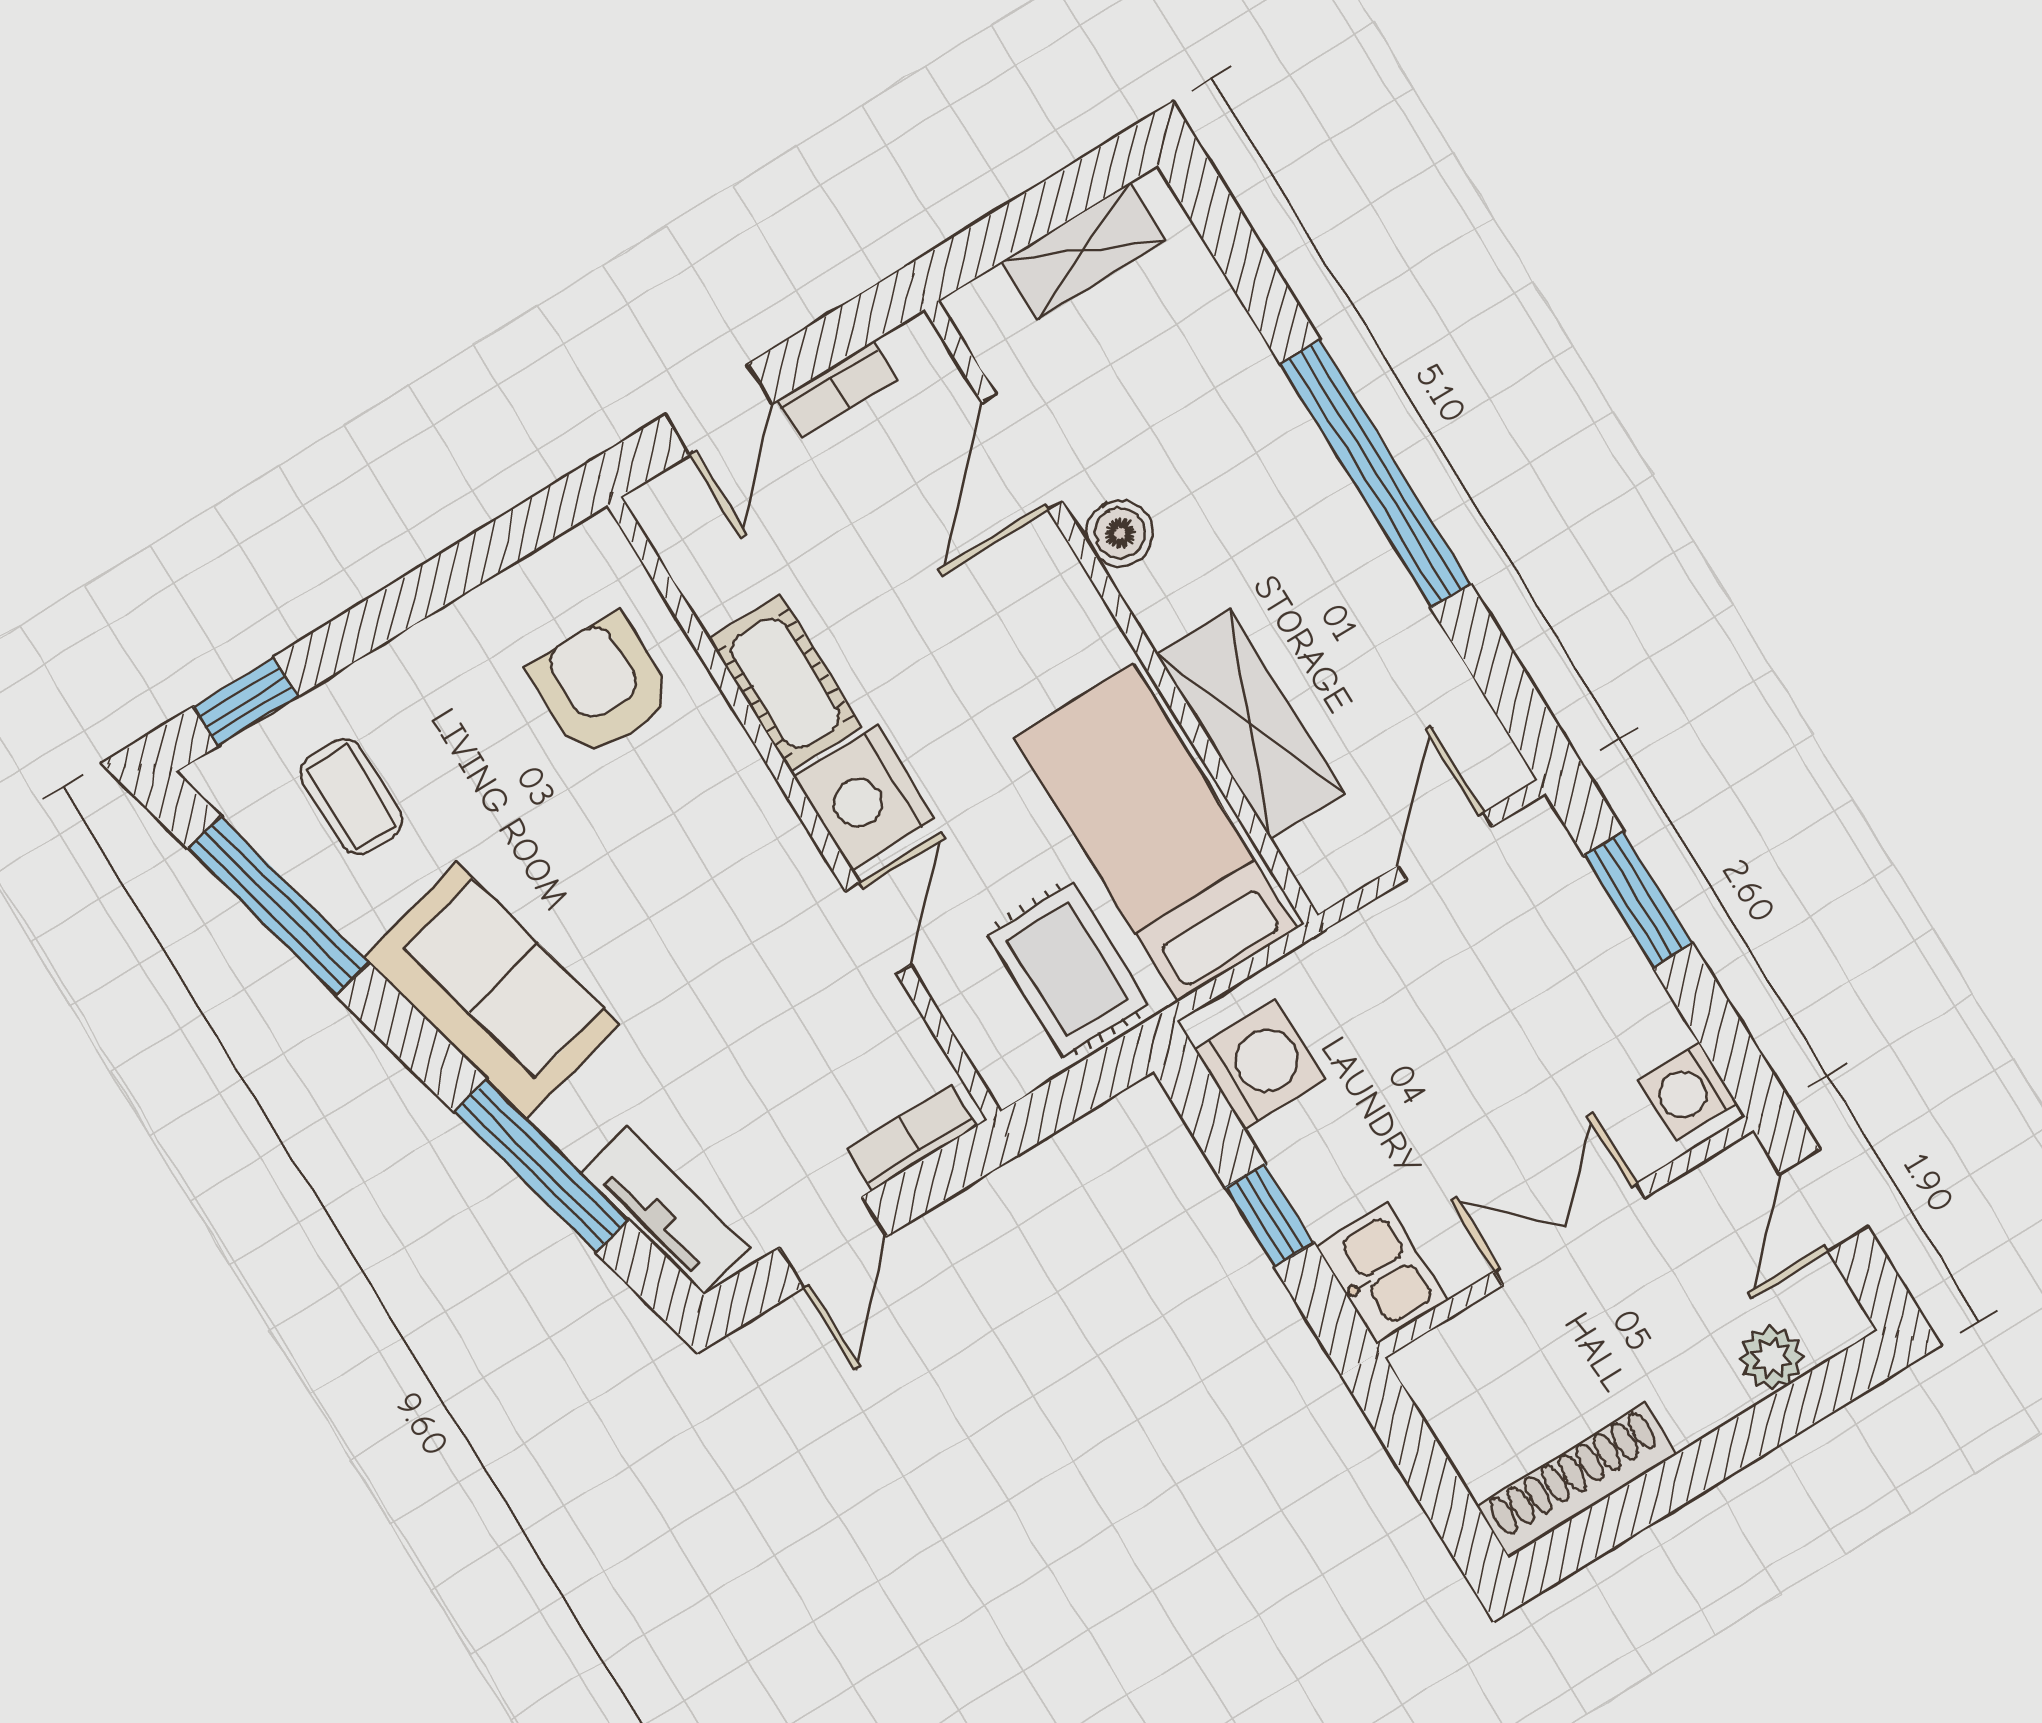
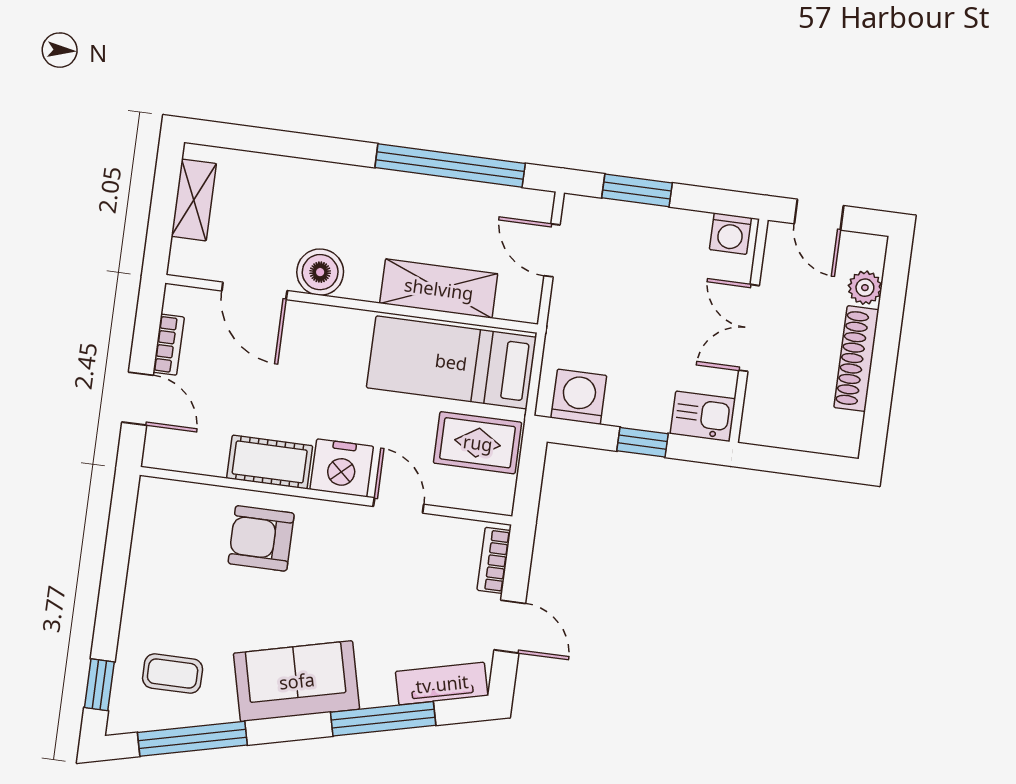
window: (1375, 474) -> (450, 165), moved
boiler: (1120, 533) -> (320, 272), width x1.36, depth x1.36
armchair: (602, 686) -> (261, 538), moved
shoe rack: (1577, 1480) -> (856, 359), moved

